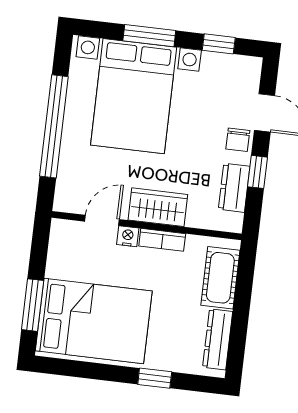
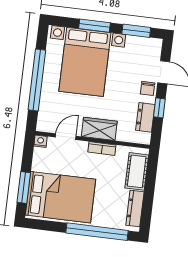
window: (219, 44) -> (136, 31), width x1.50
nightstand: (128, 236) -> (40, 141), moved
window: (155, 378) -> (97, 232), width x3.17

